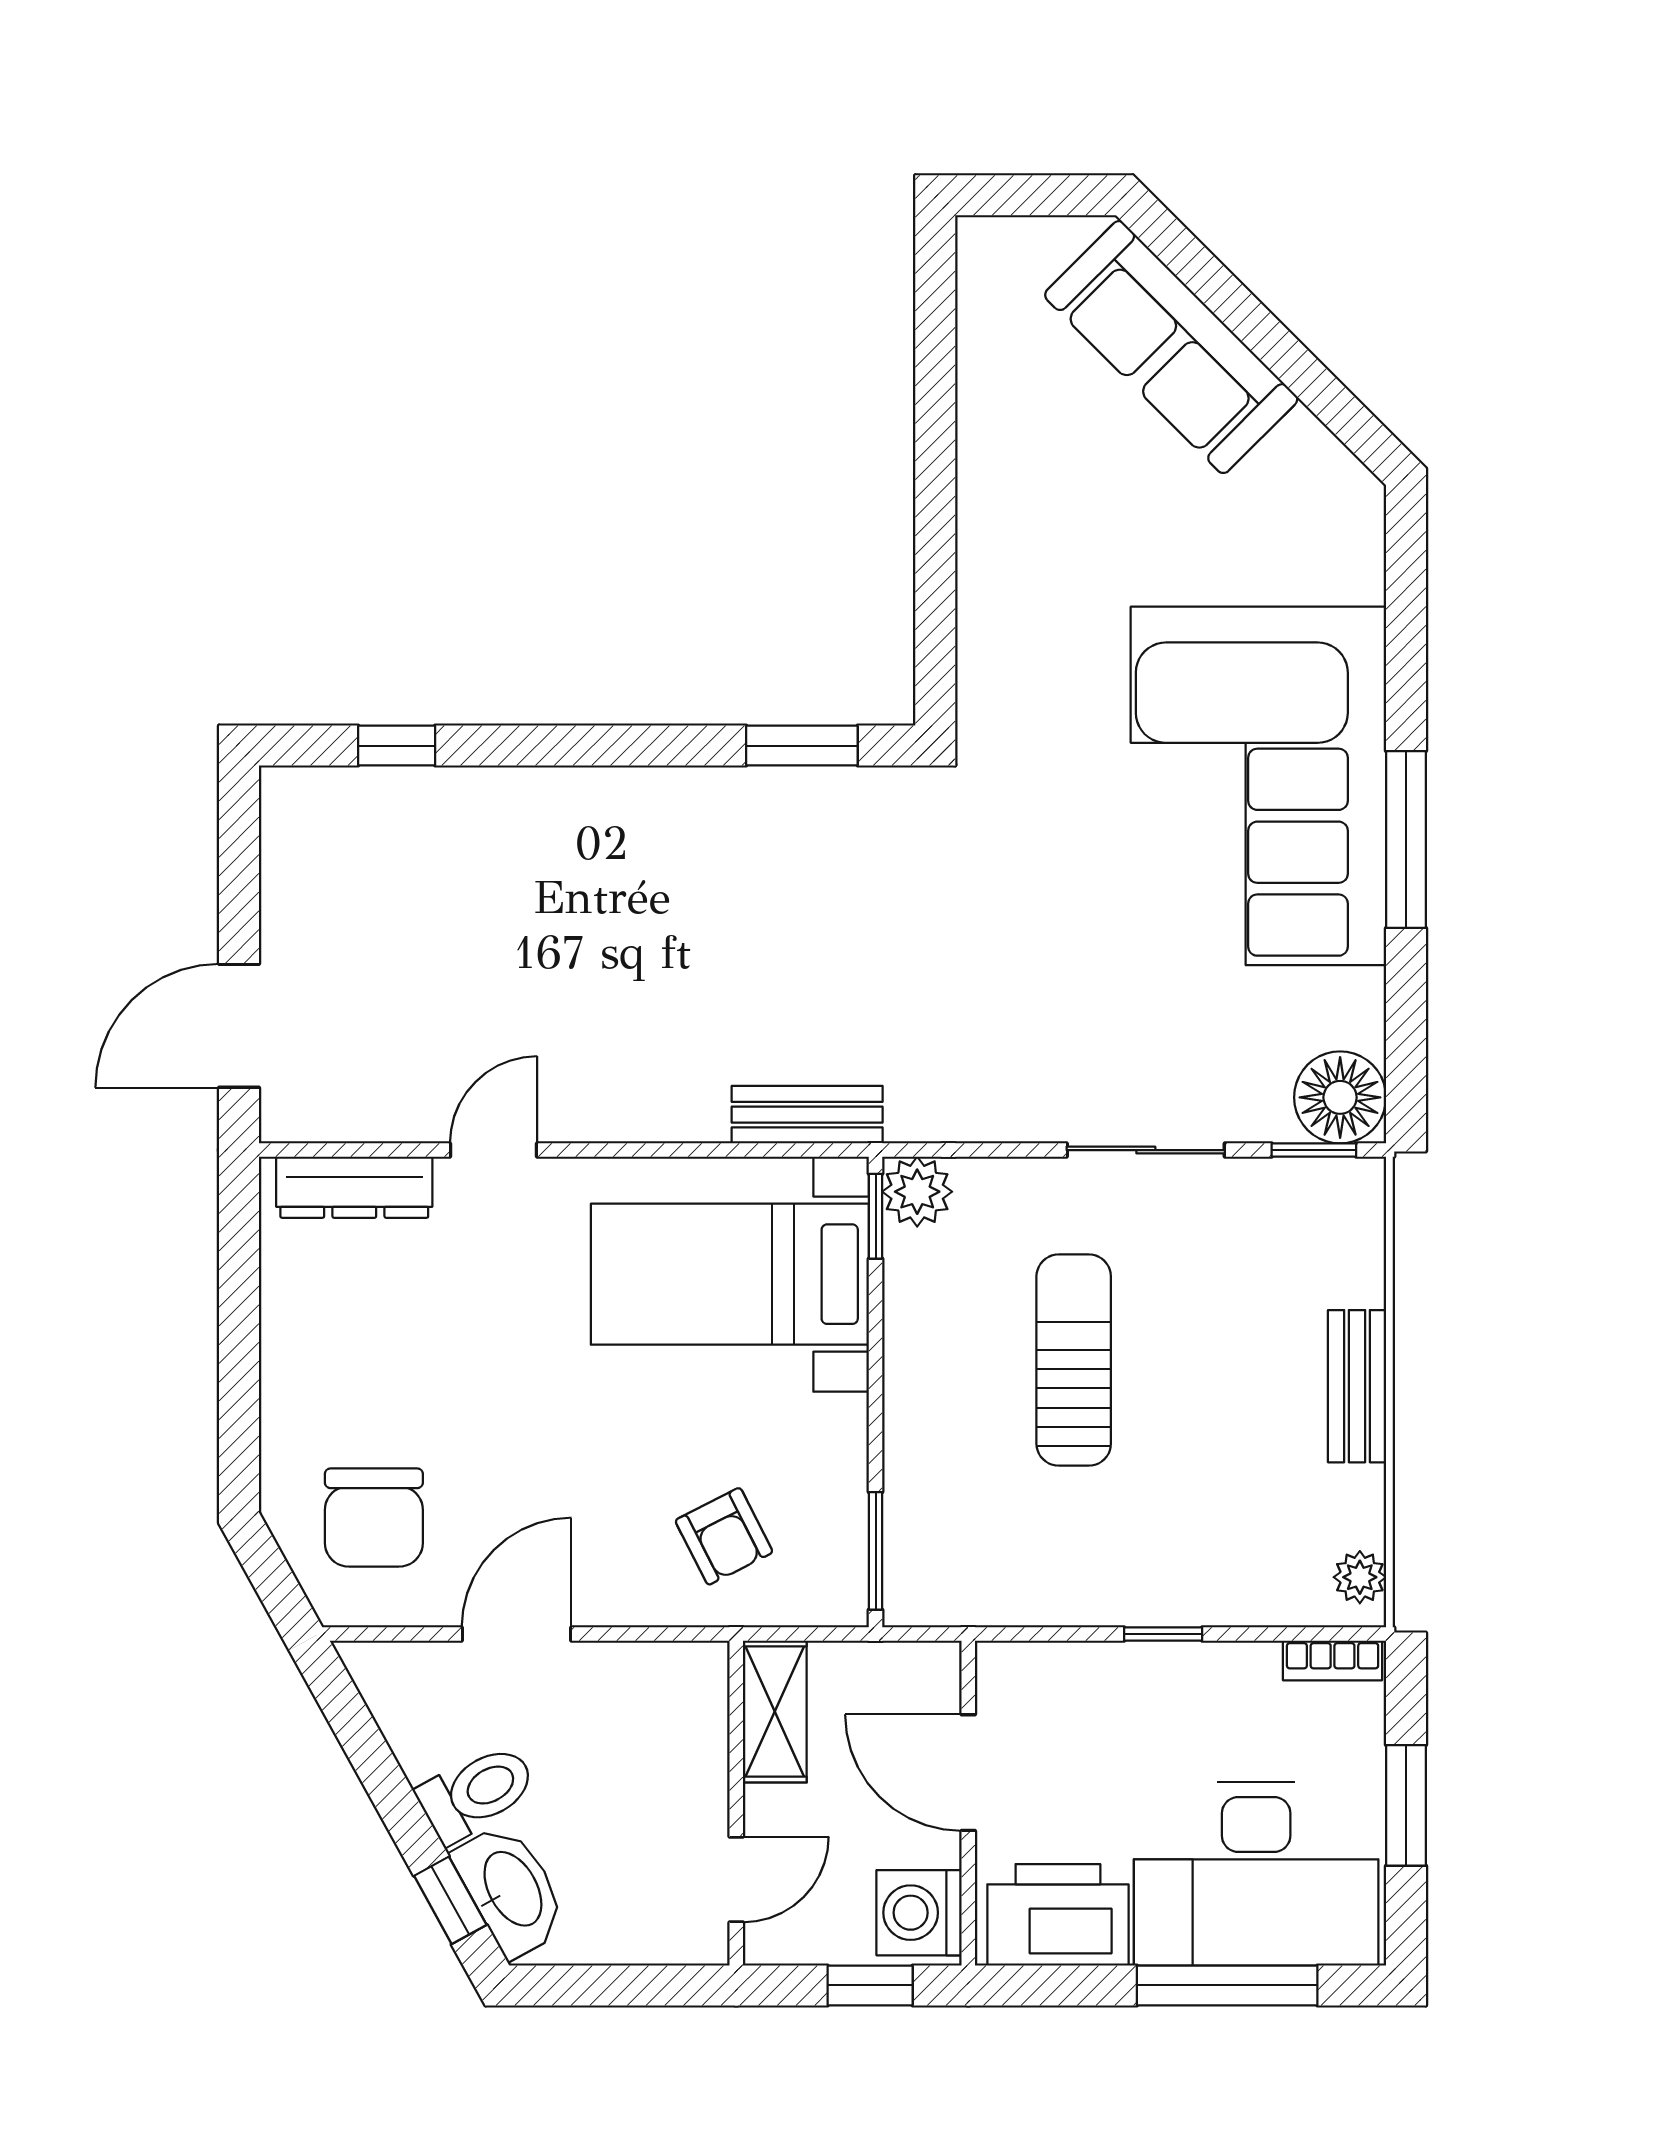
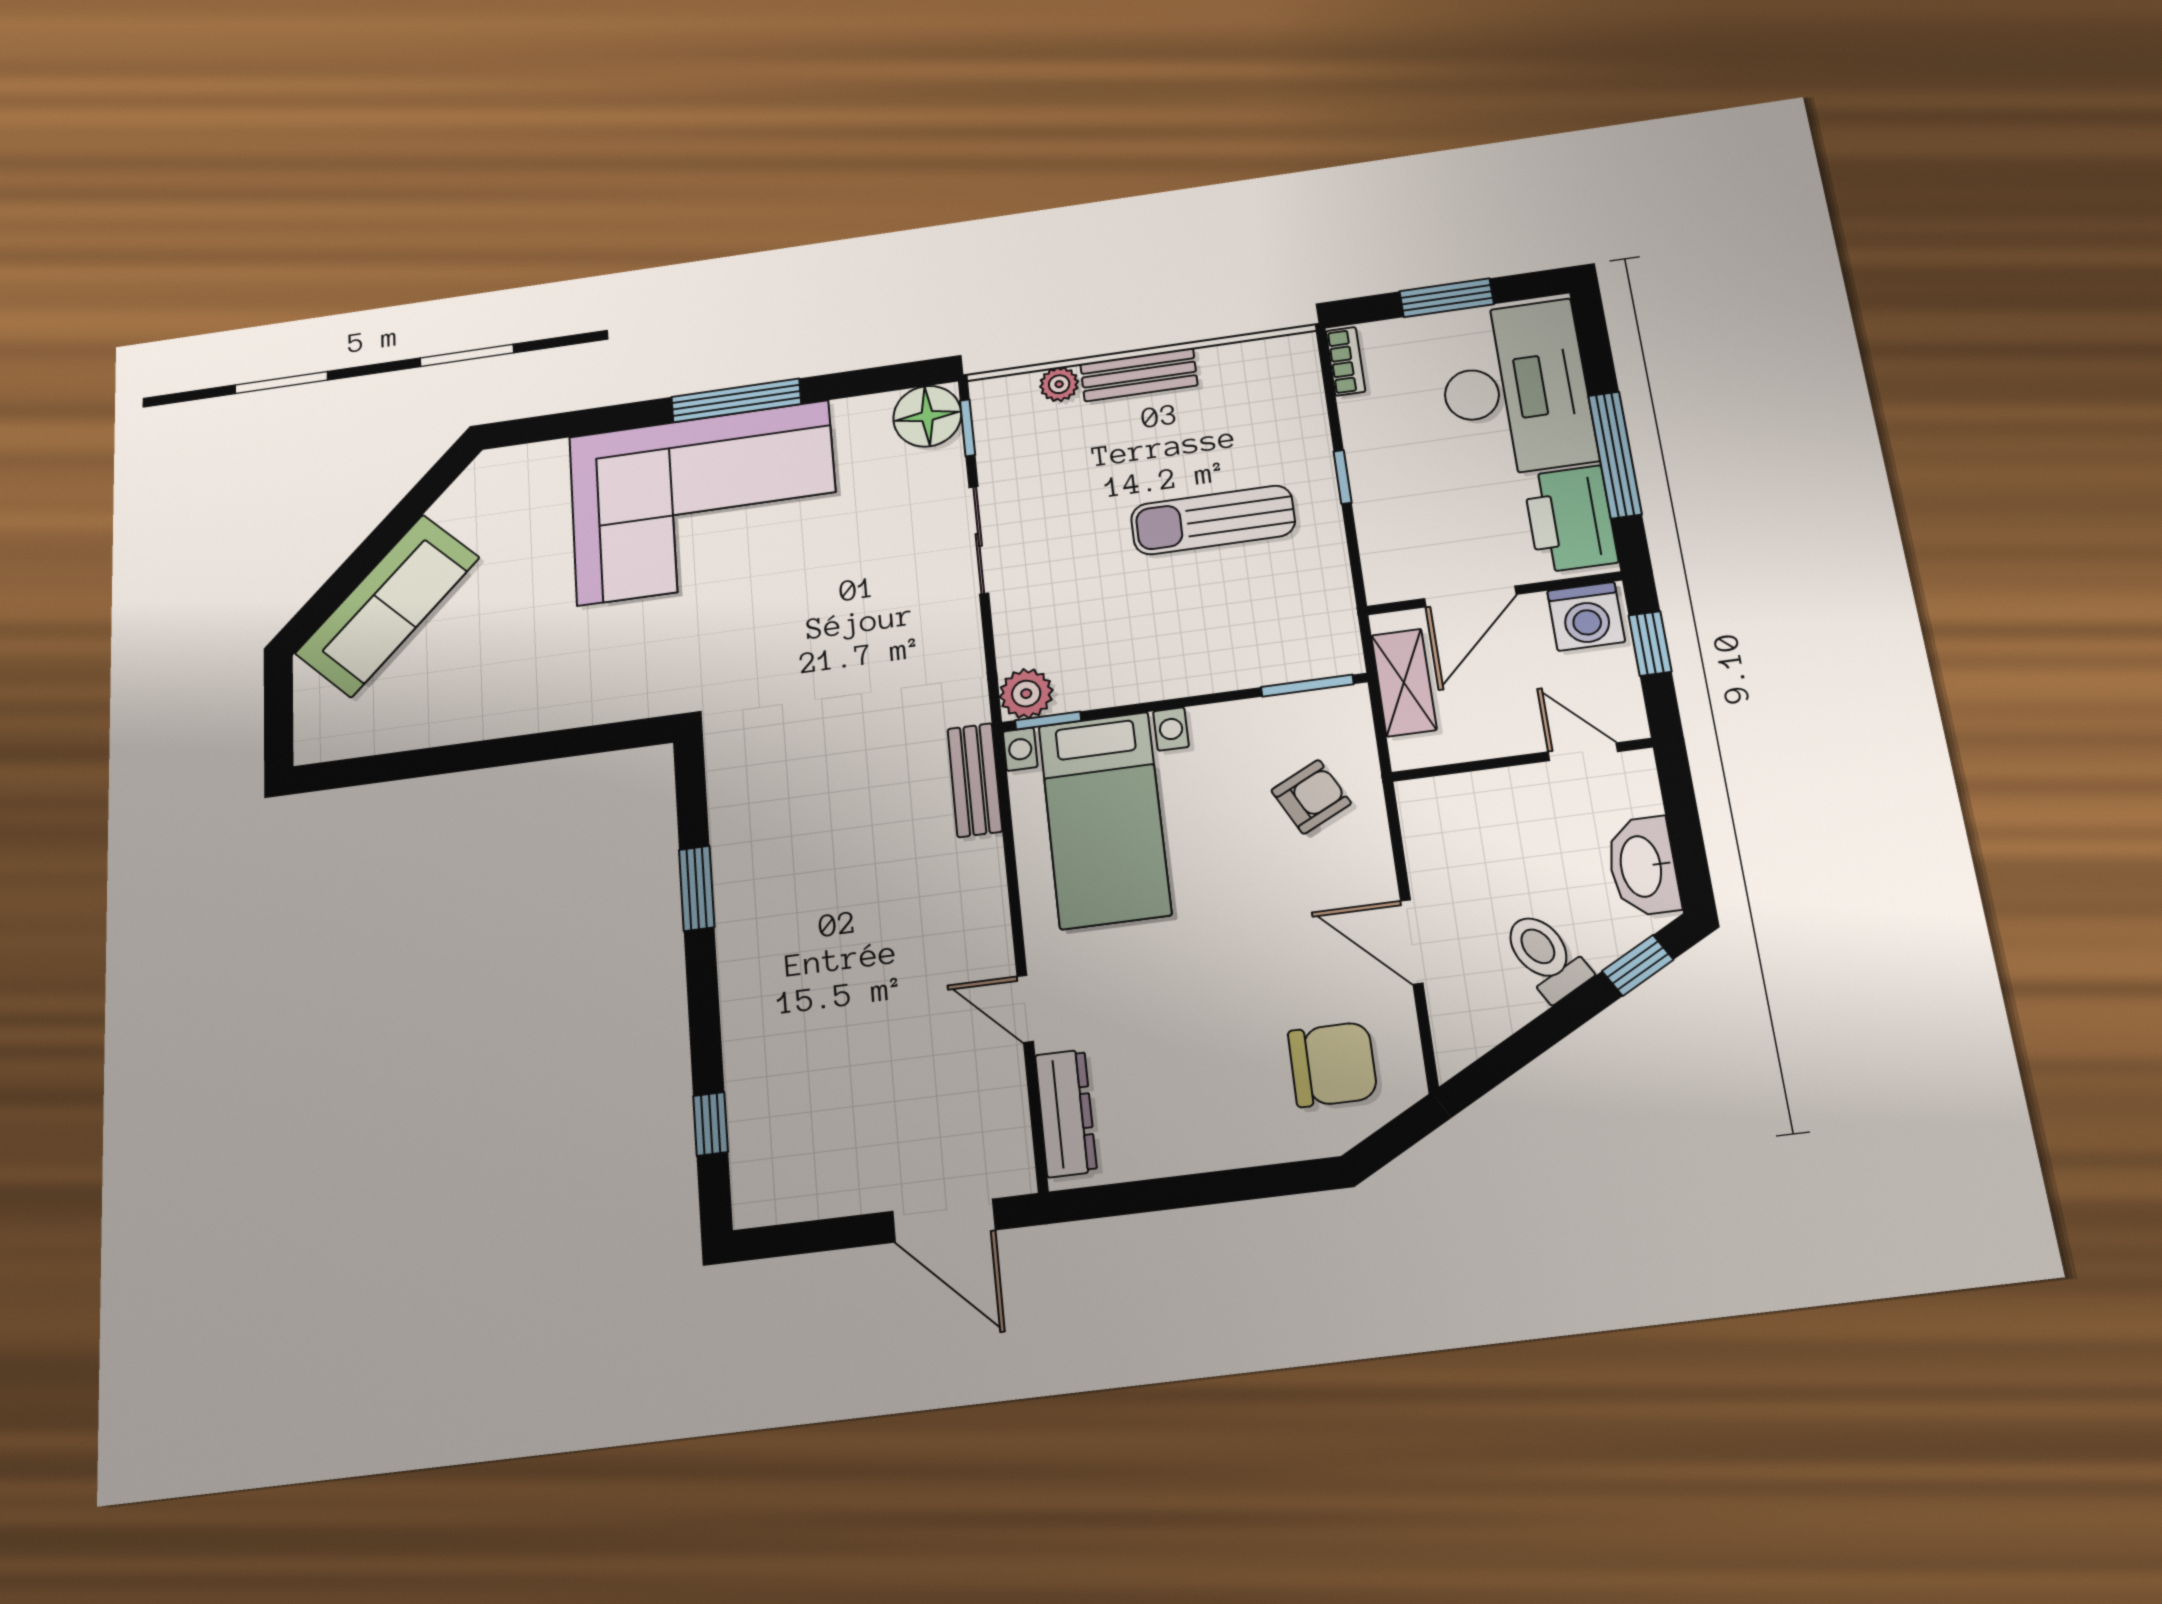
window: (802, 746) -> (697, 888), moved
sun lounger: (1074, 1360) -> (1213, 520), moved
plant: (1360, 1577) -> (1059, 384), moved
shelving: (775, 1712) -> (1404, 682), moved, turned 90
washbasin: (511, 1890) -> (1643, 866), moved, turned -61
window: (1227, 1985) -> (1615, 455), moved

